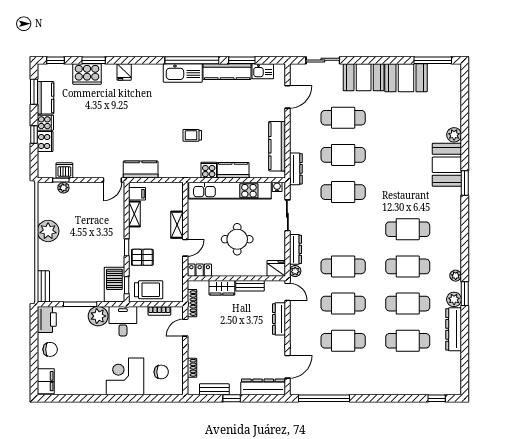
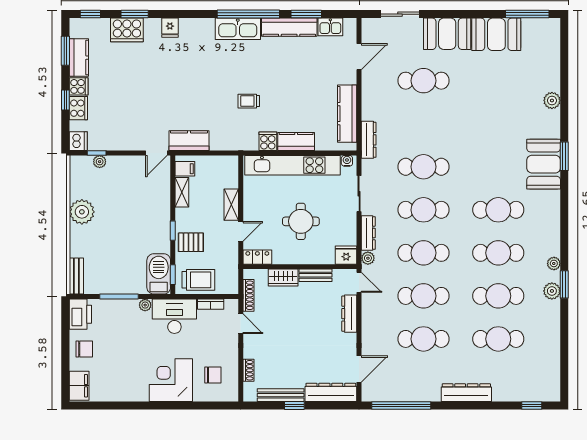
cafe table: (343, 155) -> (423, 210), moved
booth: (447, 165) -> (544, 164), moved
dishwasher: (64, 170) -> (78, 141), moved, turned 90
plant: (98, 316) -> (145, 305), width x0.53, depth x0.53
desk: (123, 321) -> (174, 316), width x1.37
door: (185, 328) -> (241, 324), swing flipped
dresser: (454, 329) -> (466, 393), moved, turned 90
bench: (214, 389) -> (281, 395), width x1.36

